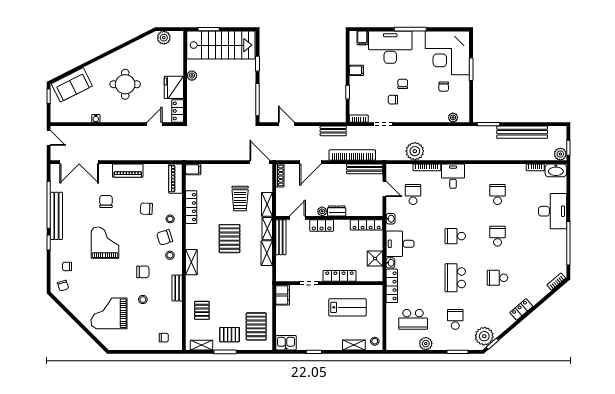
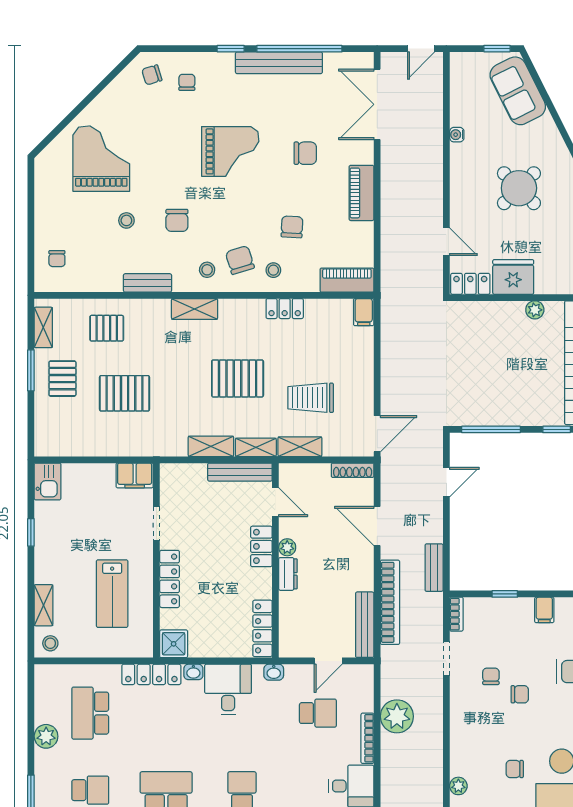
round table: (125, 84) -> (519, 188), turned 45
locker: (191, 207) -> (285, 309), width x0.66
shower: (375, 259) -> (174, 644), moved
pallet: (256, 326) -> (125, 393), moved

